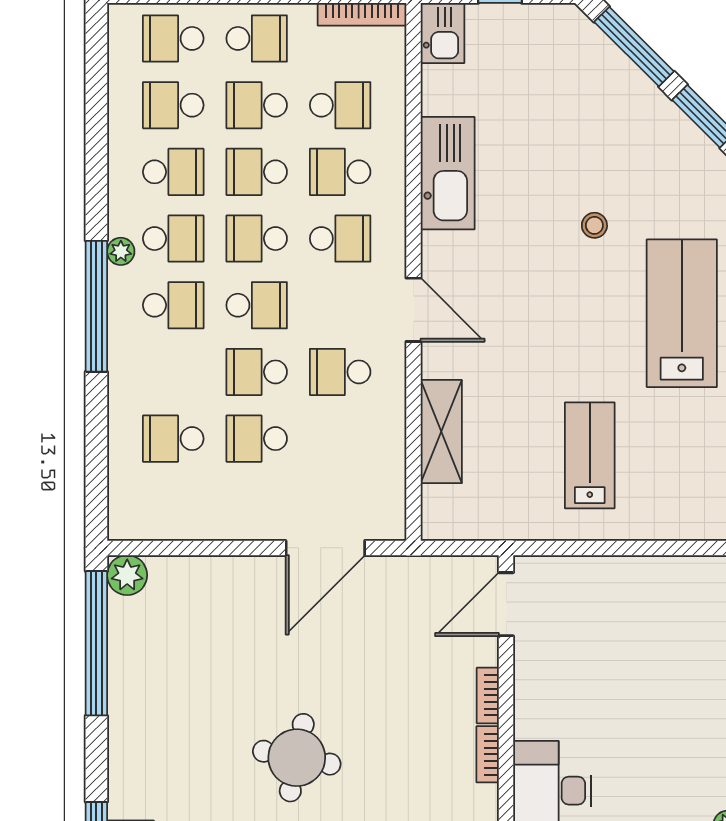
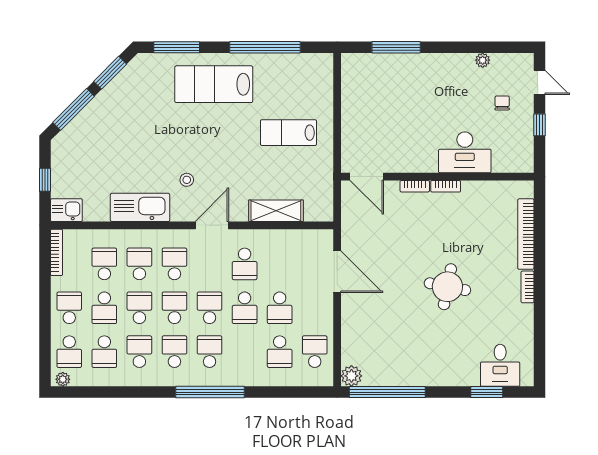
school desk: (257, 172) -> (139, 308), turned 180
school desk: (340, 172) -> (139, 264), turned 180
stool: (594, 225) -> (187, 180), moved
school desk: (257, 239) -> (174, 308), turned 180
plant: (121, 251) -> (63, 379), moved
school desk: (173, 505) -> (315, 352), added

